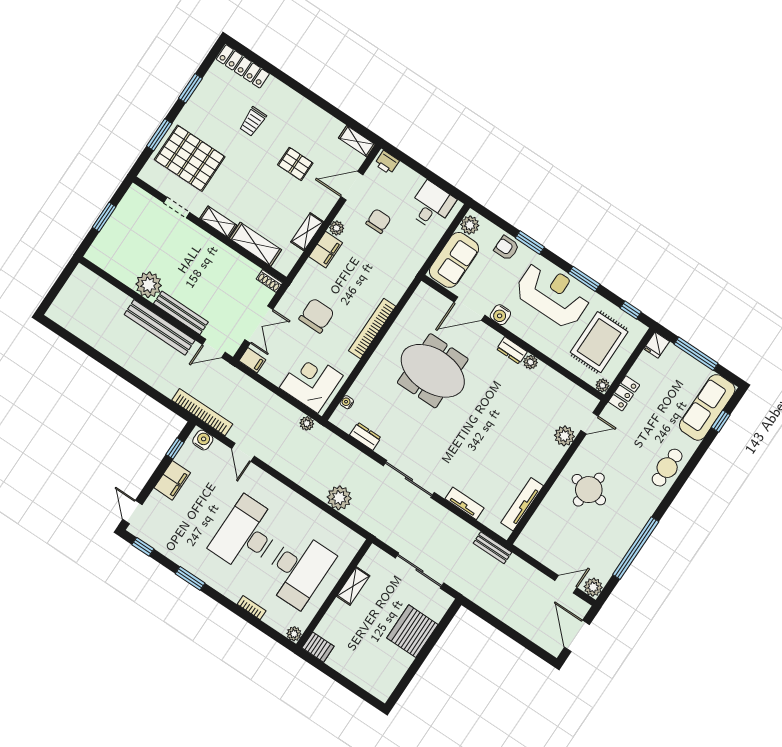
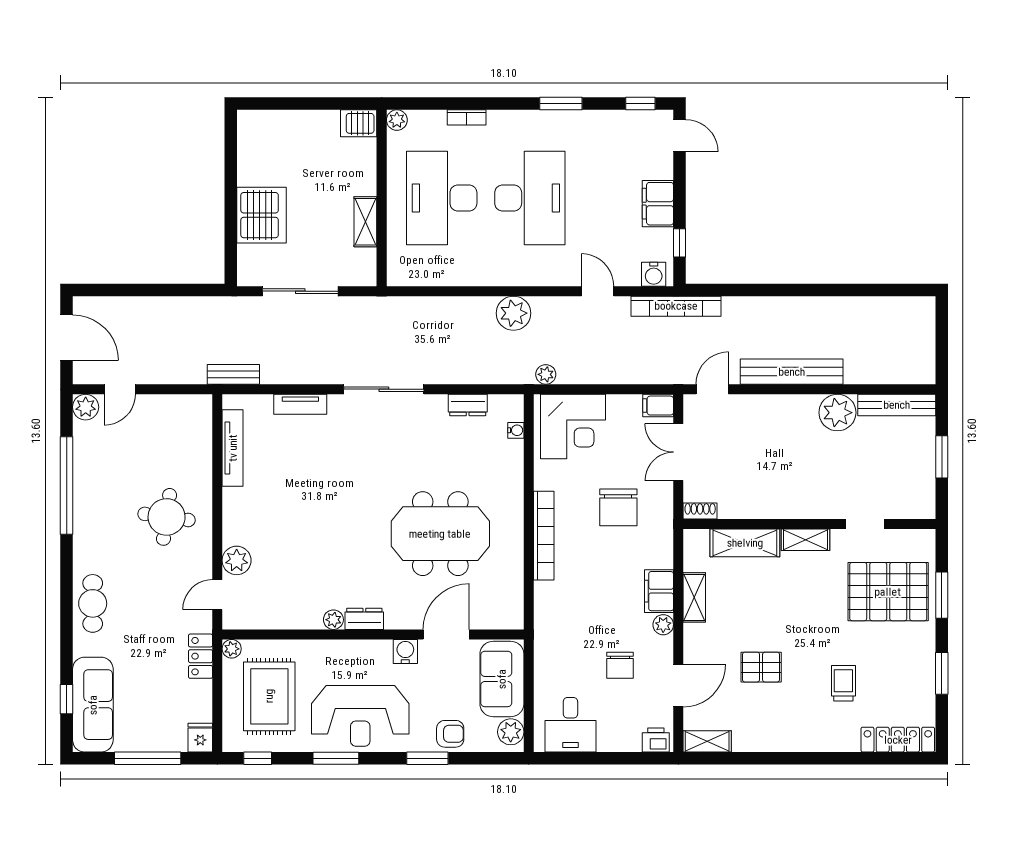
bench: (181, 313) -> (897, 405), moved
plant: (339, 498) -> (514, 313), moved

